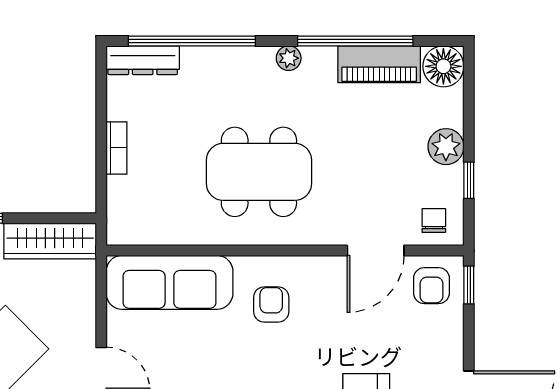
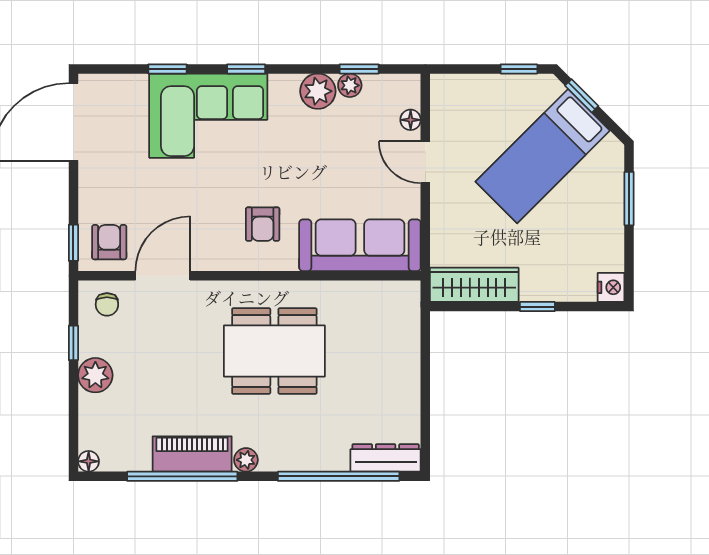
piano: (379, 64) -> (192, 454), moved
floor lamp: (443, 66) -> (89, 461), width x0.53, depth x0.53
bookcase: (117, 148) -> (411, 374), removed

